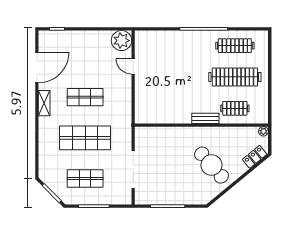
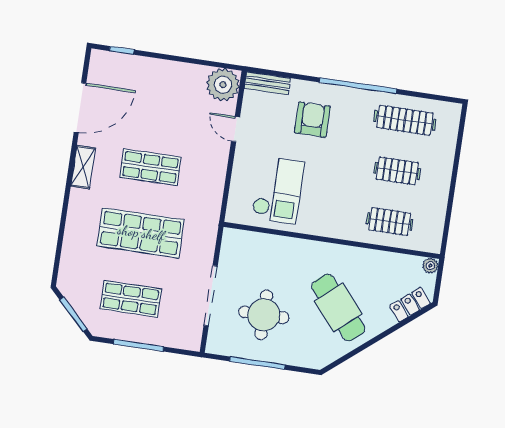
armchair: (179, 54) -> (312, 120), added
clothes rail: (235, 77) -> (397, 171), width x0.54, depth x0.76
checkout: (164, 99) -> (278, 190), added
bench: (205, 118) -> (267, 83), moved
round table: (167, 176) -> (264, 315), added

